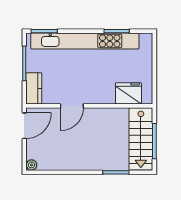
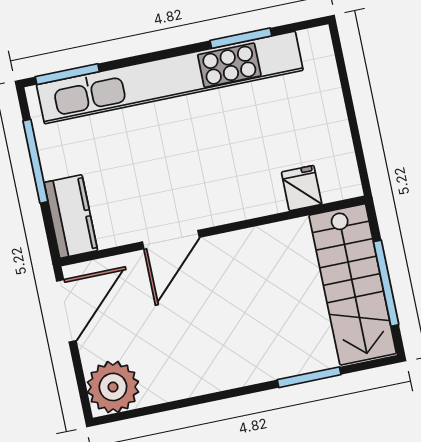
fridge: (128, 93) -> (302, 188), width x0.53, depth x0.75
plant: (32, 165) -> (113, 387), width x1.87, depth x1.87

